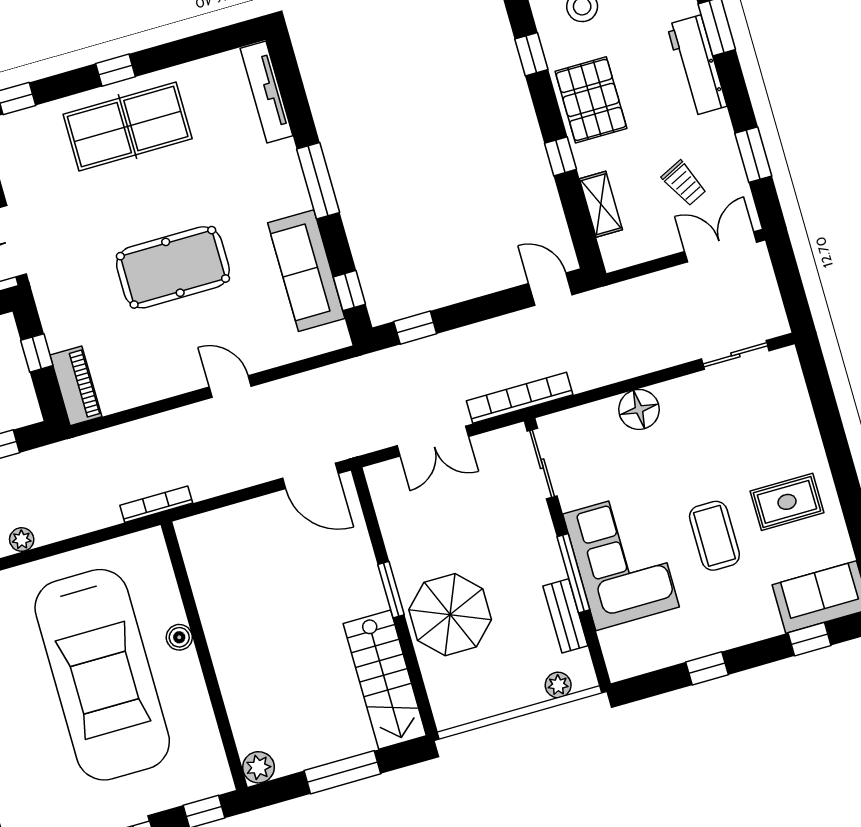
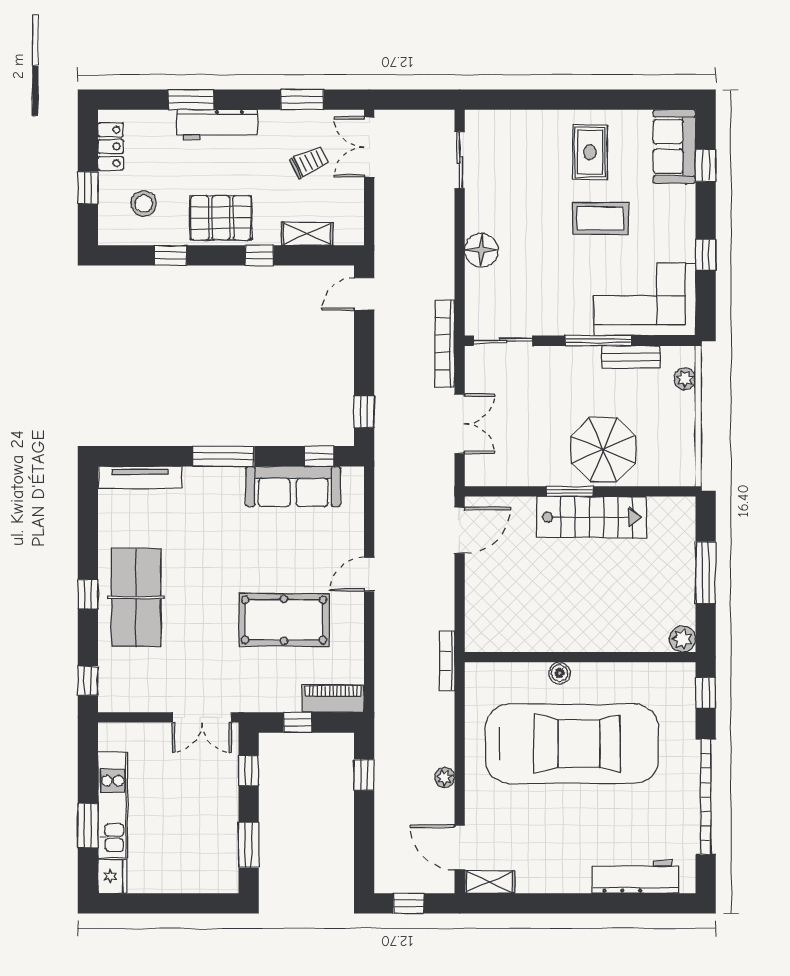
pool table: (173, 267) -> (284, 620), moved, turned 90
corner sofa: (621, 560) -> (645, 299), moved
stairs: (385, 680) -> (591, 517), moved

